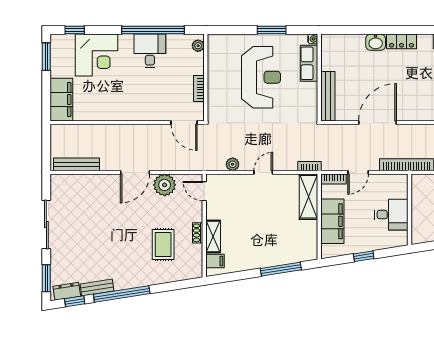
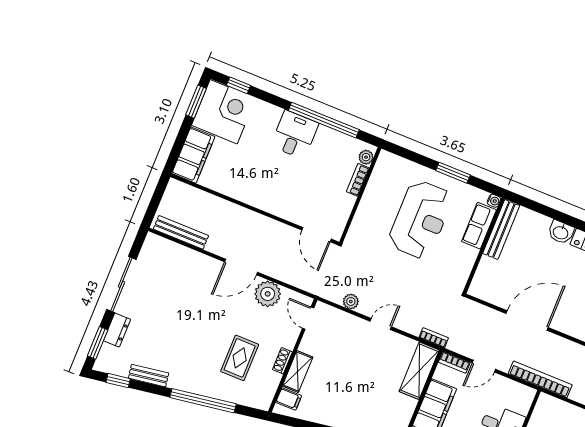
desk: (150, 51) -> (295, 135), moved
corner desk: (96, 55) -> (224, 112), moved, turned -90
bookcase: (199, 89) -> (358, 180), moved
bench: (328, 96) -> (501, 230), moved
dresser: (67, 291) -> (117, 330), moved, turned 99
window: (122, 294) -> (203, 401), moved

